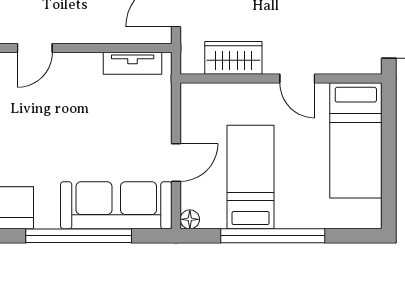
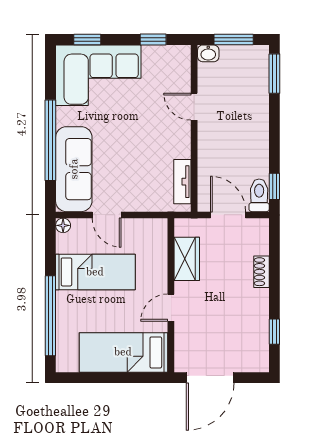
window: (273, 236) -> (50, 316), moved

